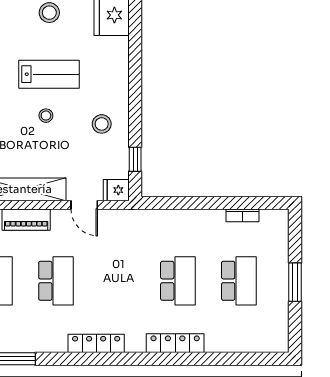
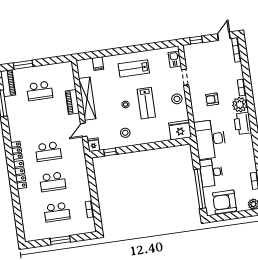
school desk: (56, 281) -> (48, 151), moved
locker: (96, 343) -> (16, 150), width x0.66
locker: (175, 343) -> (20, 175), moved

